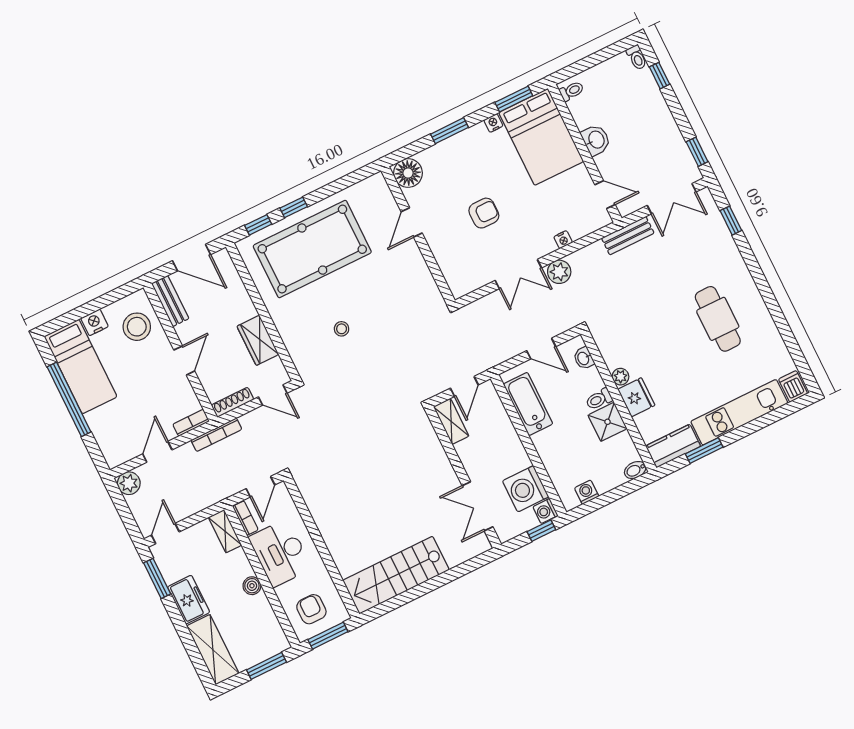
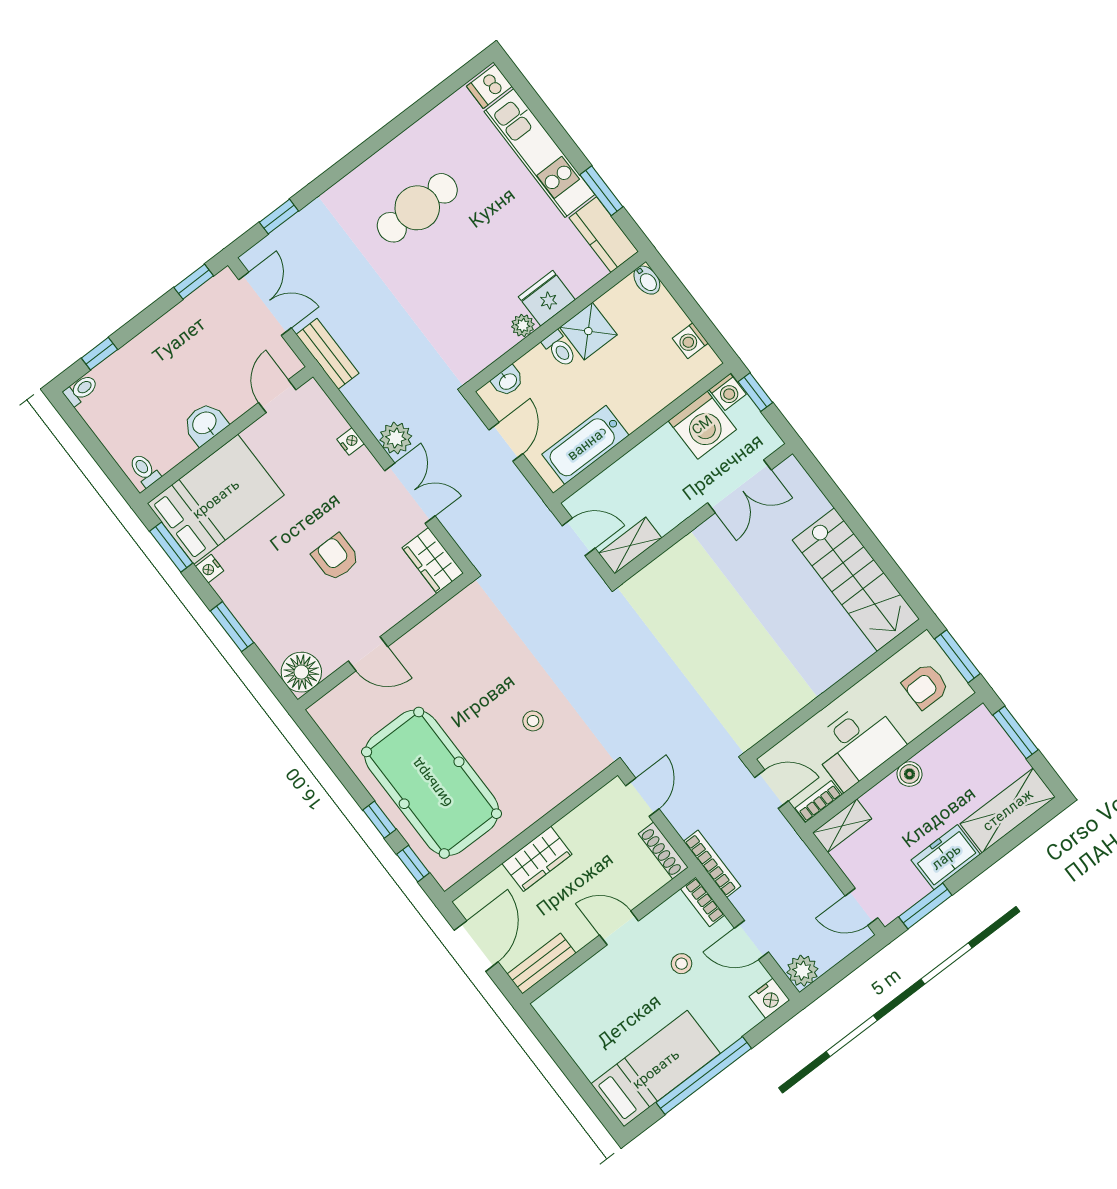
wardrobe: (468, 281) -> (433, 560), added
nightstand: (95, 322) -> (769, 998), moved, turned -90
stool: (137, 327) -> (681, 964), moved, width x0.53, depth x0.53
wardrobe: (258, 340) -> (537, 859), moved

